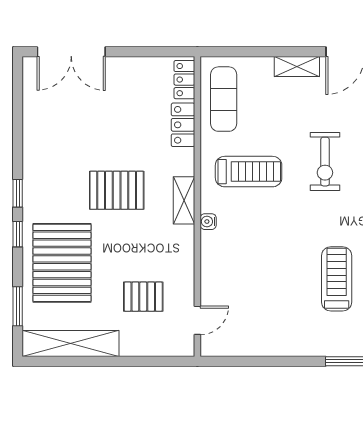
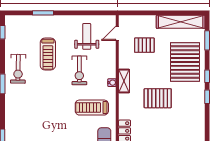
exercise bike: (325, 162) -> (79, 70), moved, turned 180
shelving: (184, 200) -> (124, 81), moved
weight bench: (259, 314) -> (87, 36), added

